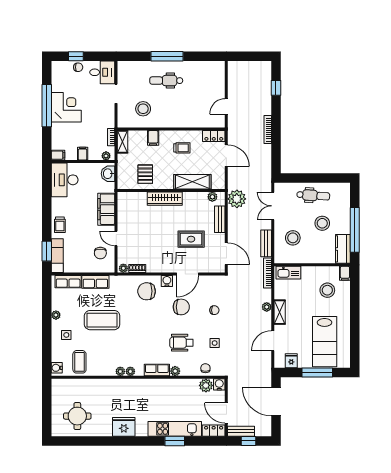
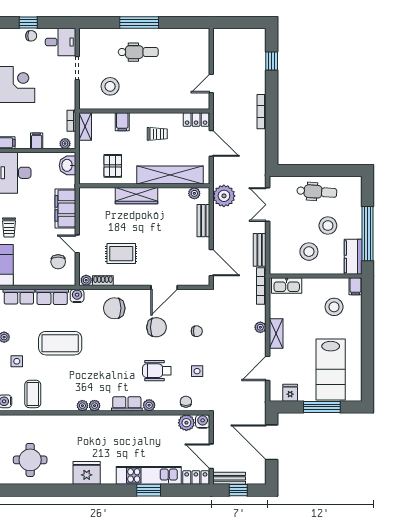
dental chair: (166, 81) -> (138, 52), turned 180
shelving: (192, 182) -> (170, 175), width x1.47
stool: (293, 238) -> (309, 252), moved
rug: (191, 239) -> (121, 254), moved
water cooler: (167, 281) -> (77, 296), moved

